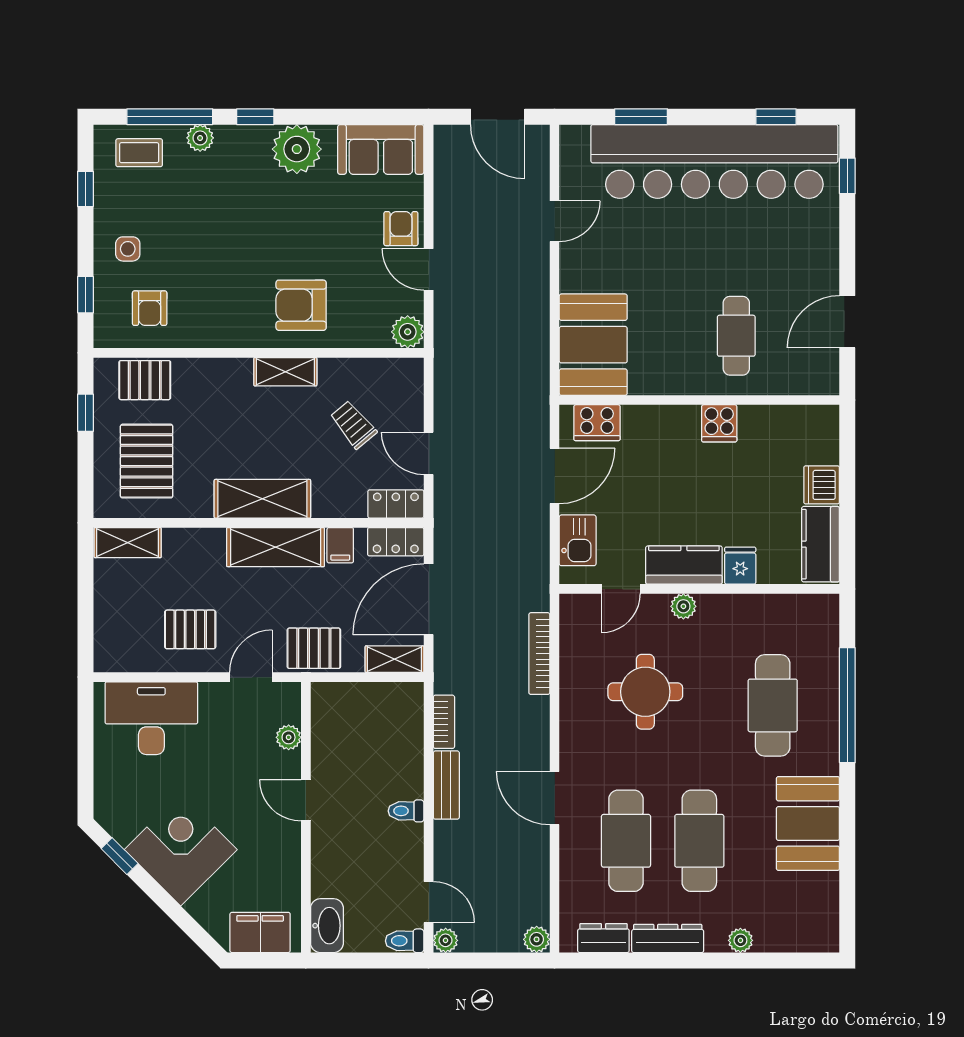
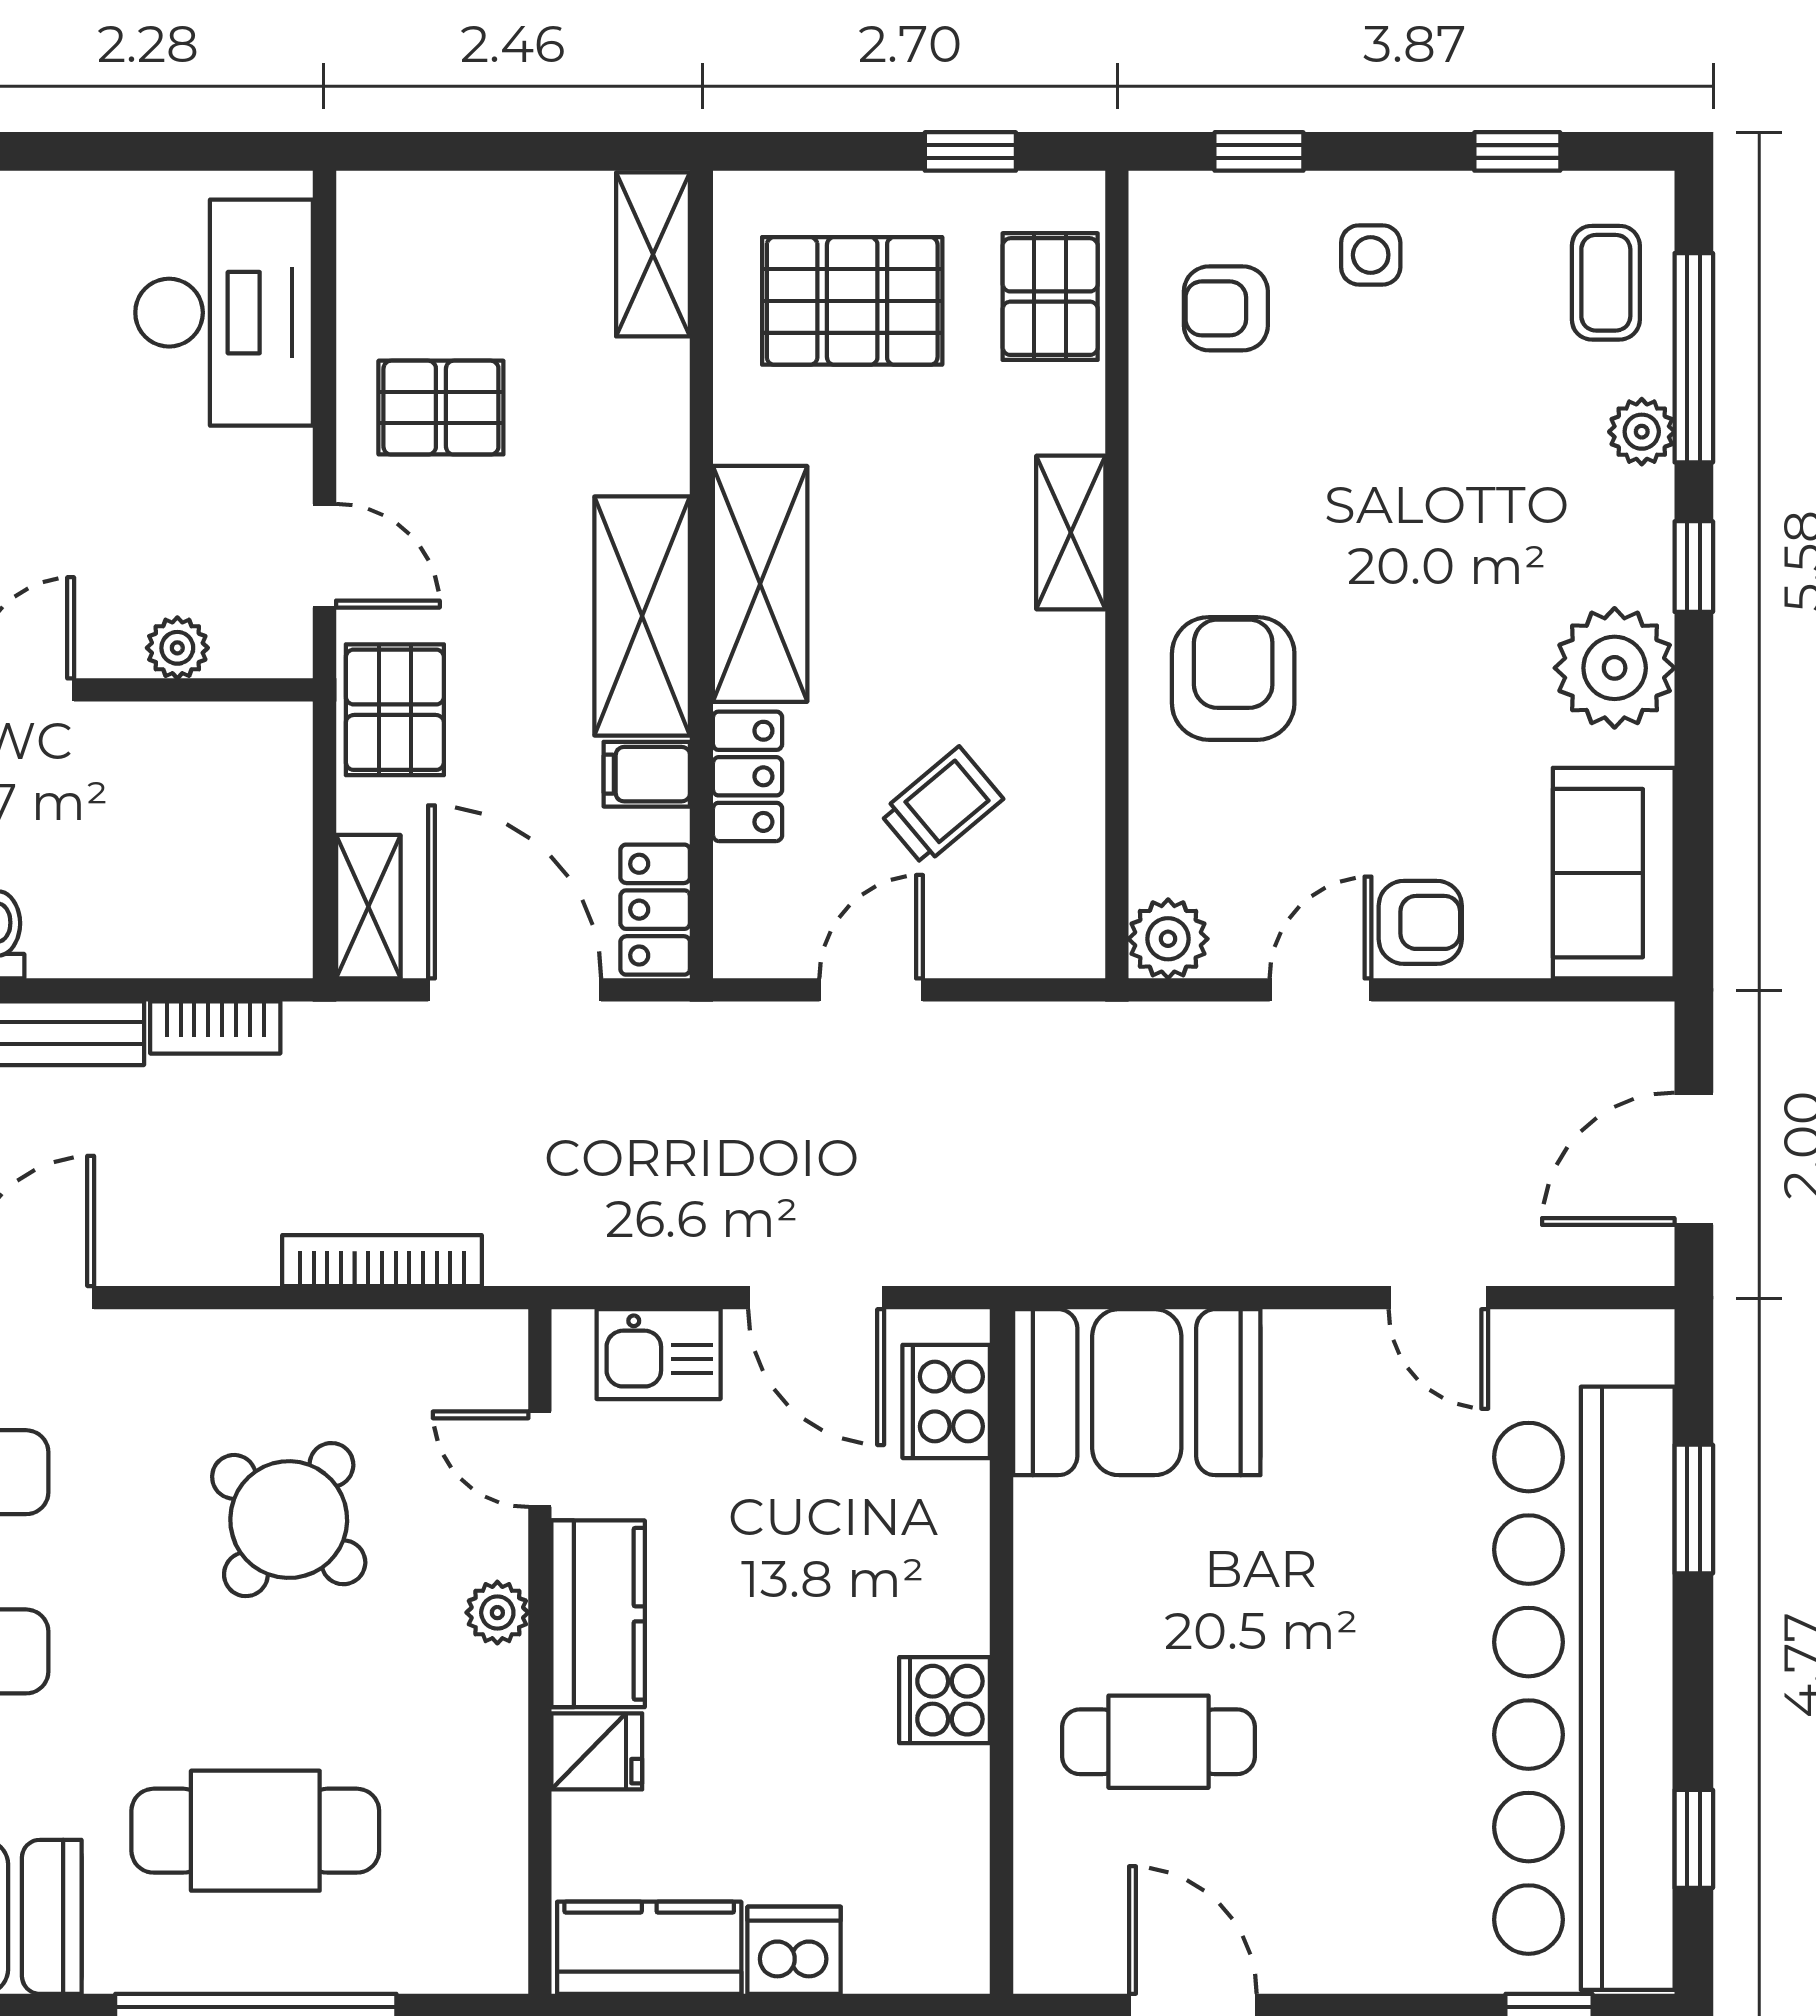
shelving: (285, 372) -> (1071, 533), moved
locker: (396, 504) -> (748, 776), moved
pallet: (190, 629) -> (441, 408), turned 90
round table: (645, 692) -> (289, 1520), turned 38

